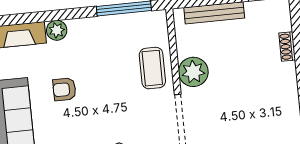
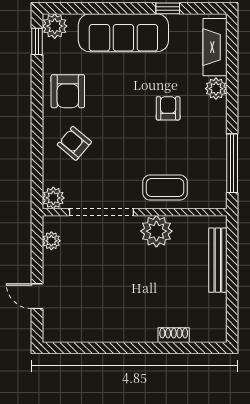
armchair: (64, 89) -> (168, 108), moved

